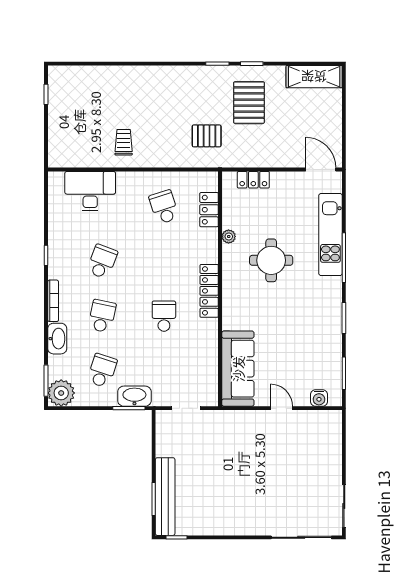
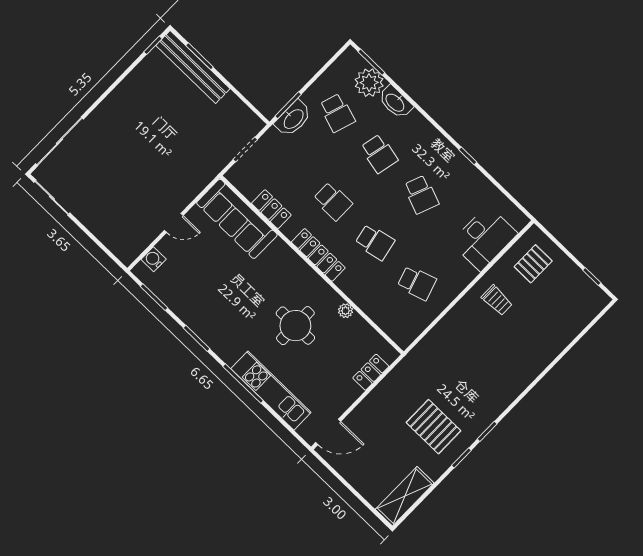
pallet: (207, 136) -> (533, 264), moved
locker: (209, 210) -> (271, 209), moved
school desk: (164, 262) -> (375, 242), added
bookcase: (53, 301) -> (427, 127), removed
plant: (61, 393) -> (369, 83), moved

